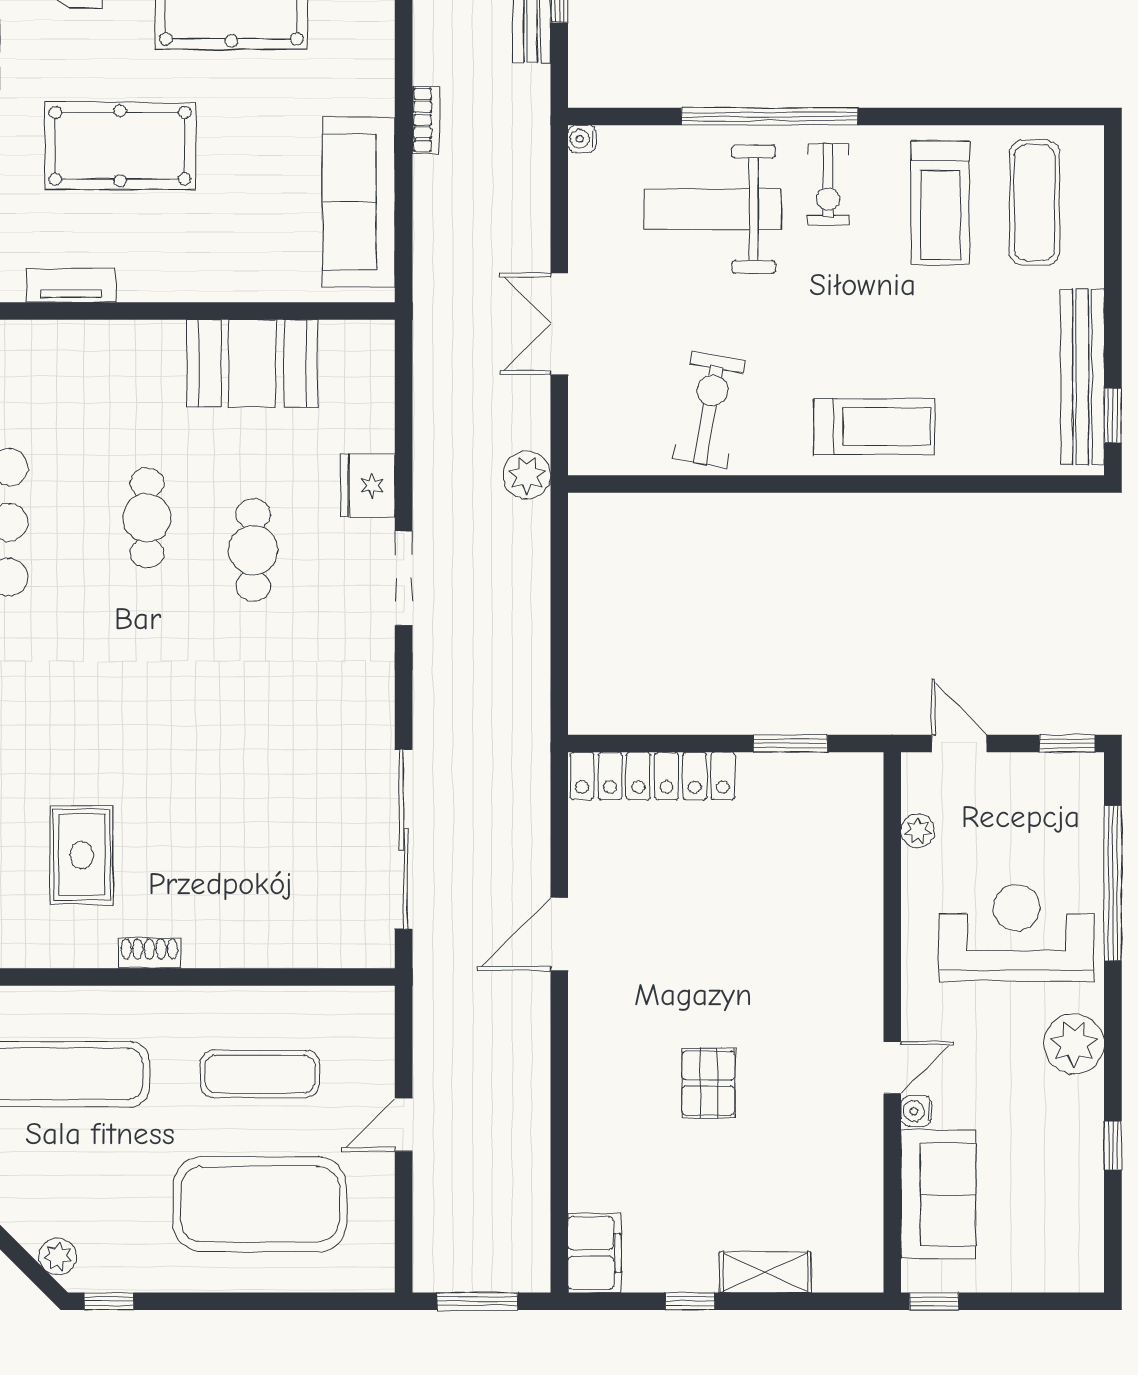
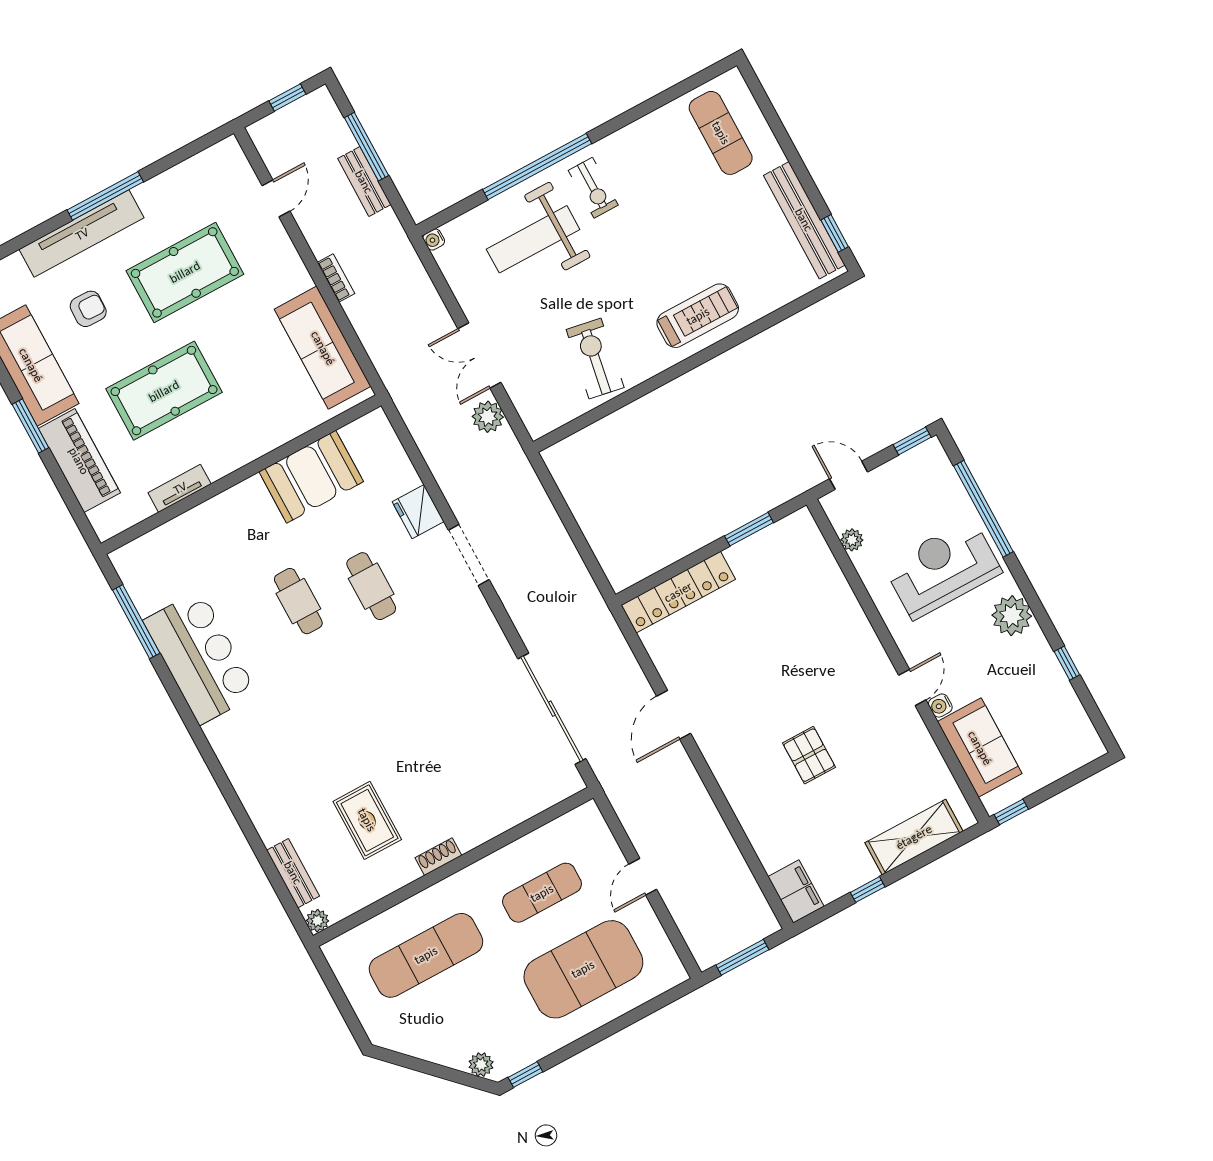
treadmill: (940, 203) -> (665, 163), removed
plant: (527, 475) -> (488, 417), moved
shelving: (765, 1272) -> (914, 837), width x1.50, depth x1.33

